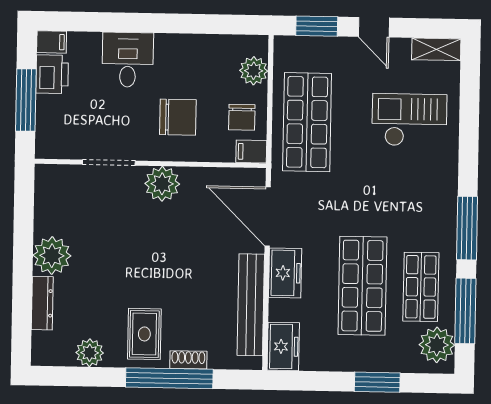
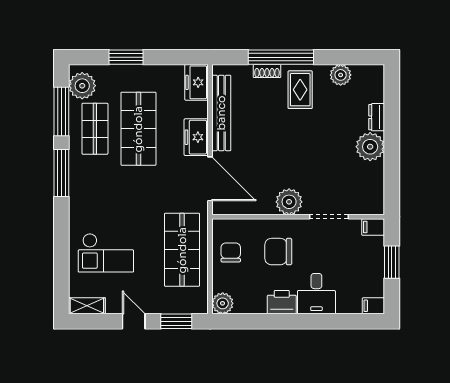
plant: (254, 71) -> (223, 303), moved
printer: (52, 74) -> (282, 302), moved, turned 90
window: (26, 100) -> (392, 262), width x0.69
filing cabinet: (251, 152) -> (373, 227), moved, turned 180
dresser: (42, 303) -> (377, 117), width x0.70

